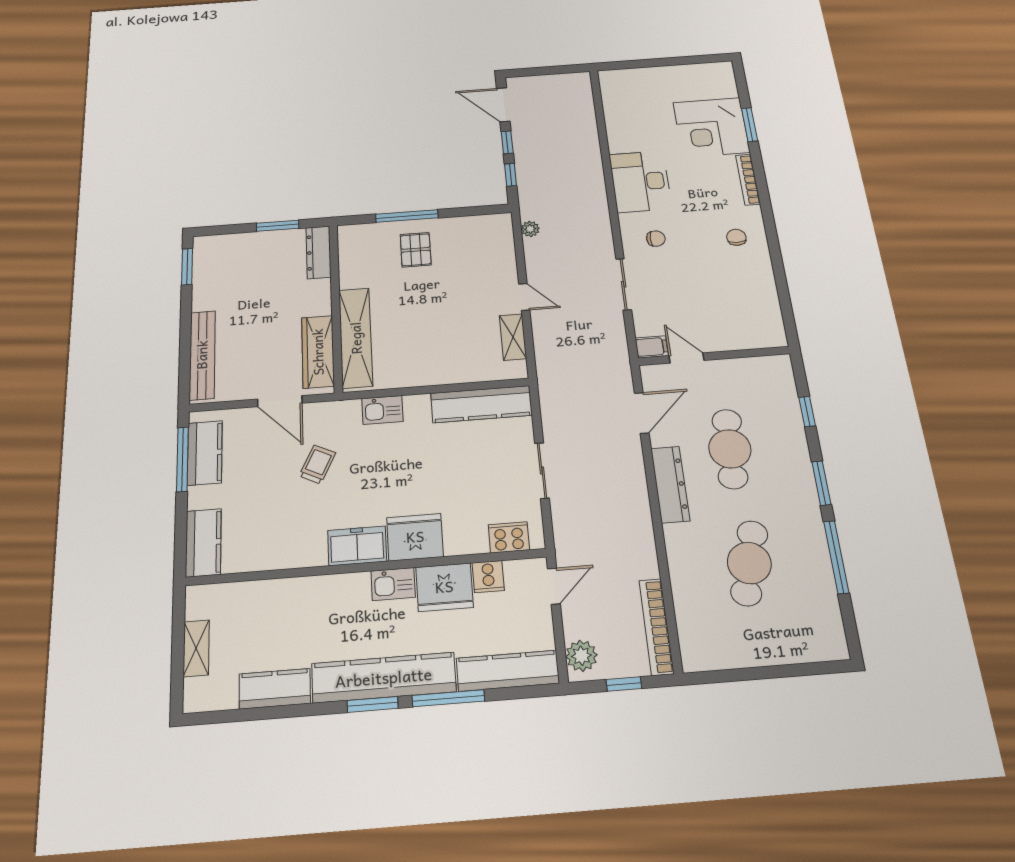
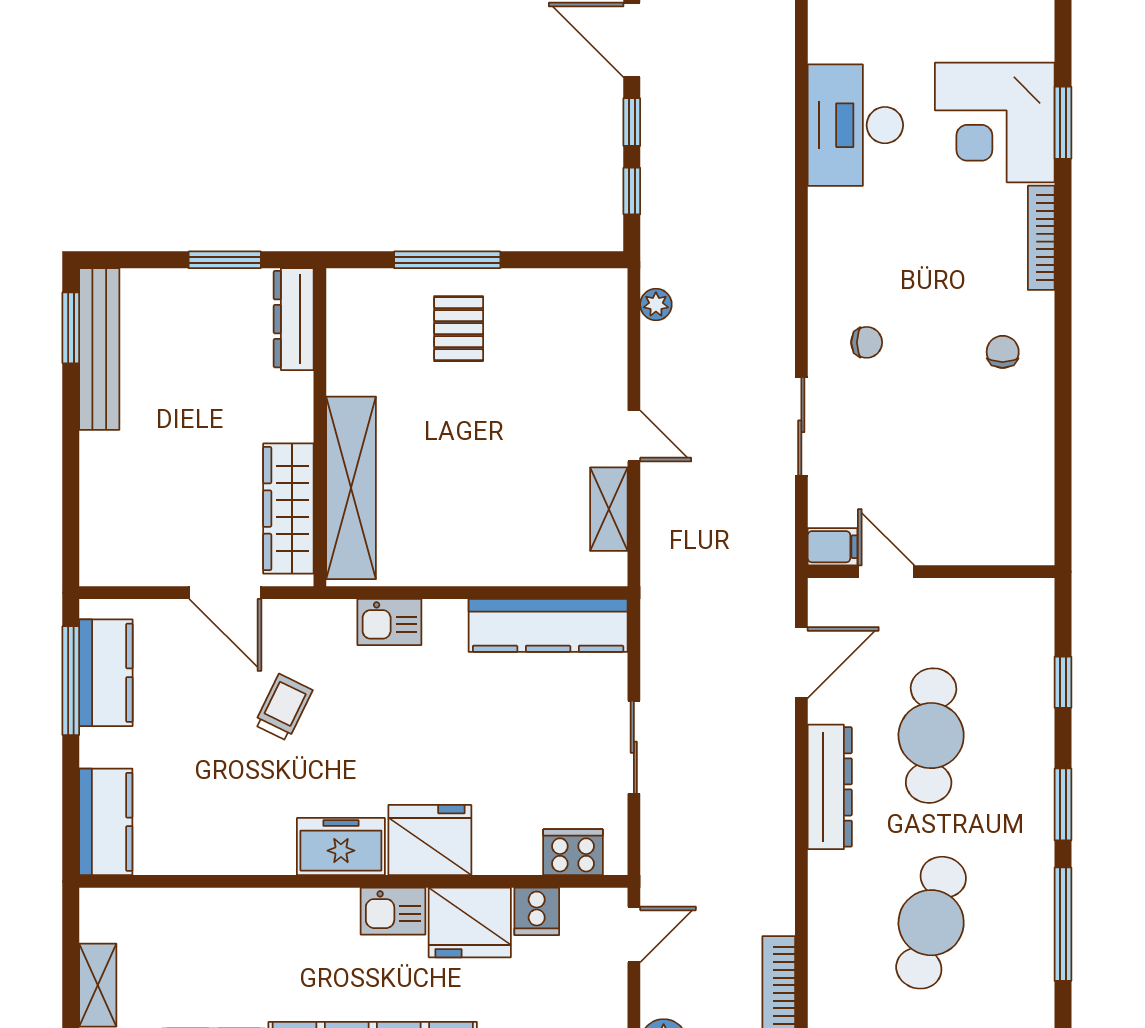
desk: (640, 182) -> (855, 125), moved
bench: (202, 355) -> (99, 349), moved

